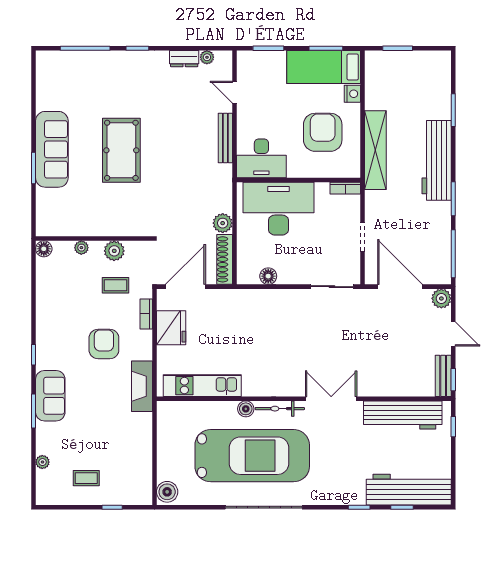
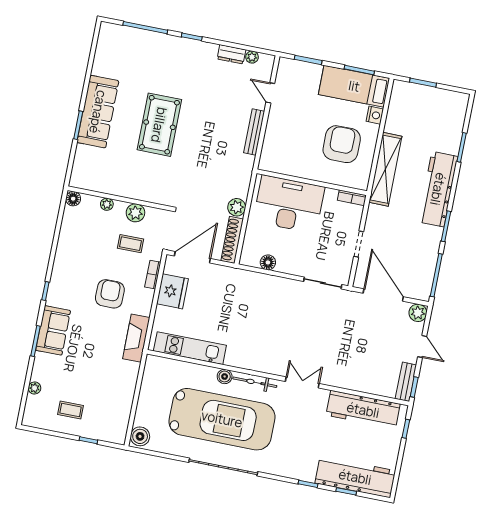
desk: (261, 158) -> (283, 156), removed
double door: (331, 399) -> (302, 382), width x0.73

